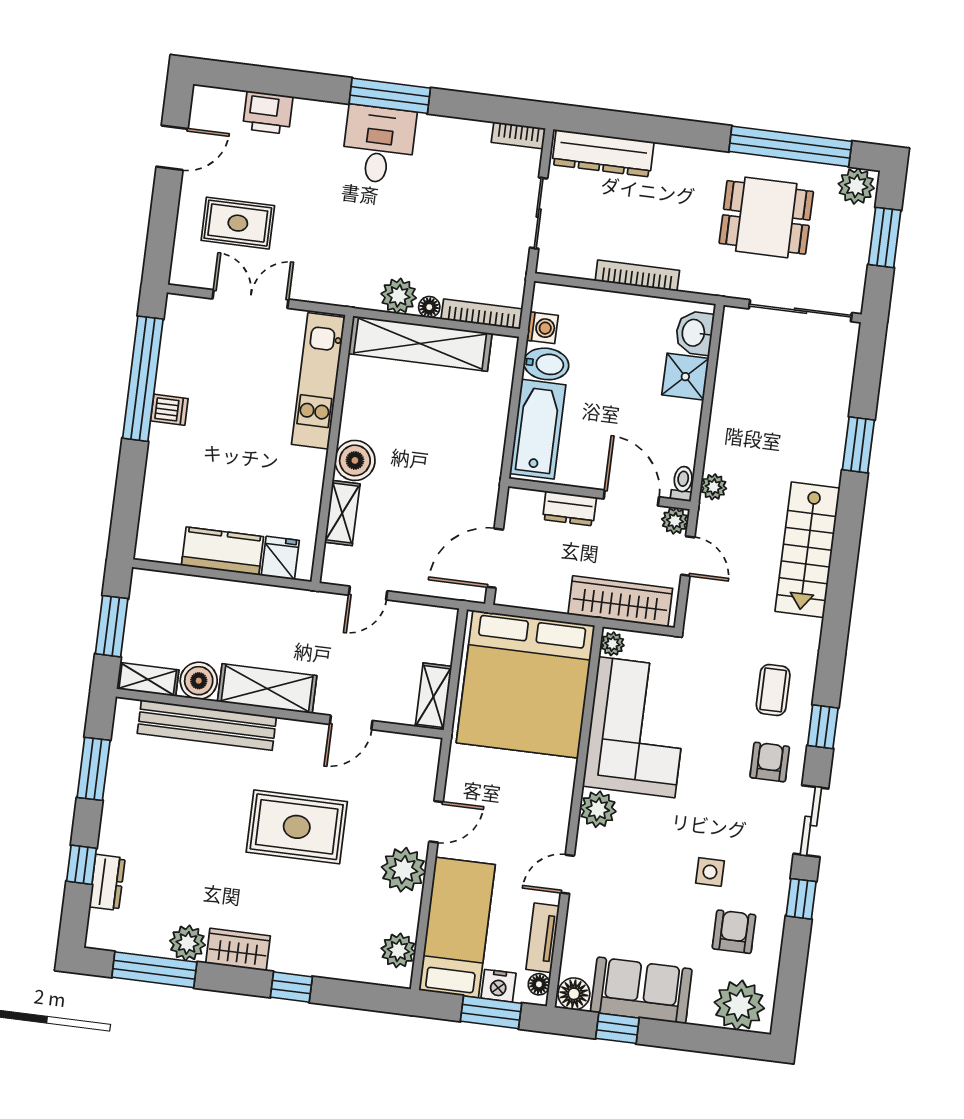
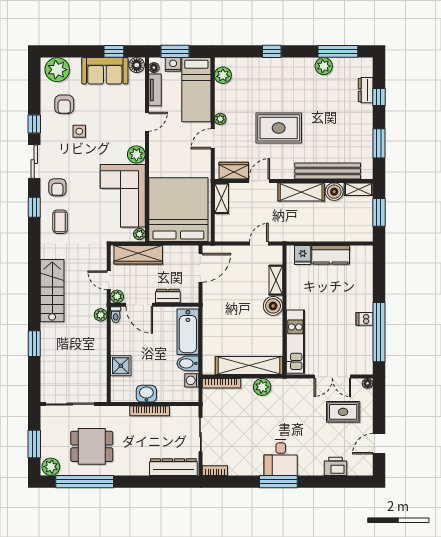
floor lamp: (429, 307) -> (368, 383), moved
washbasin: (694, 333) -> (146, 394), moved, turned -90
plant: (404, 870) -> (220, 119), width x0.53, depth x0.53
wardrobe: (238, 950) -> (234, 171), moved, turned 180

